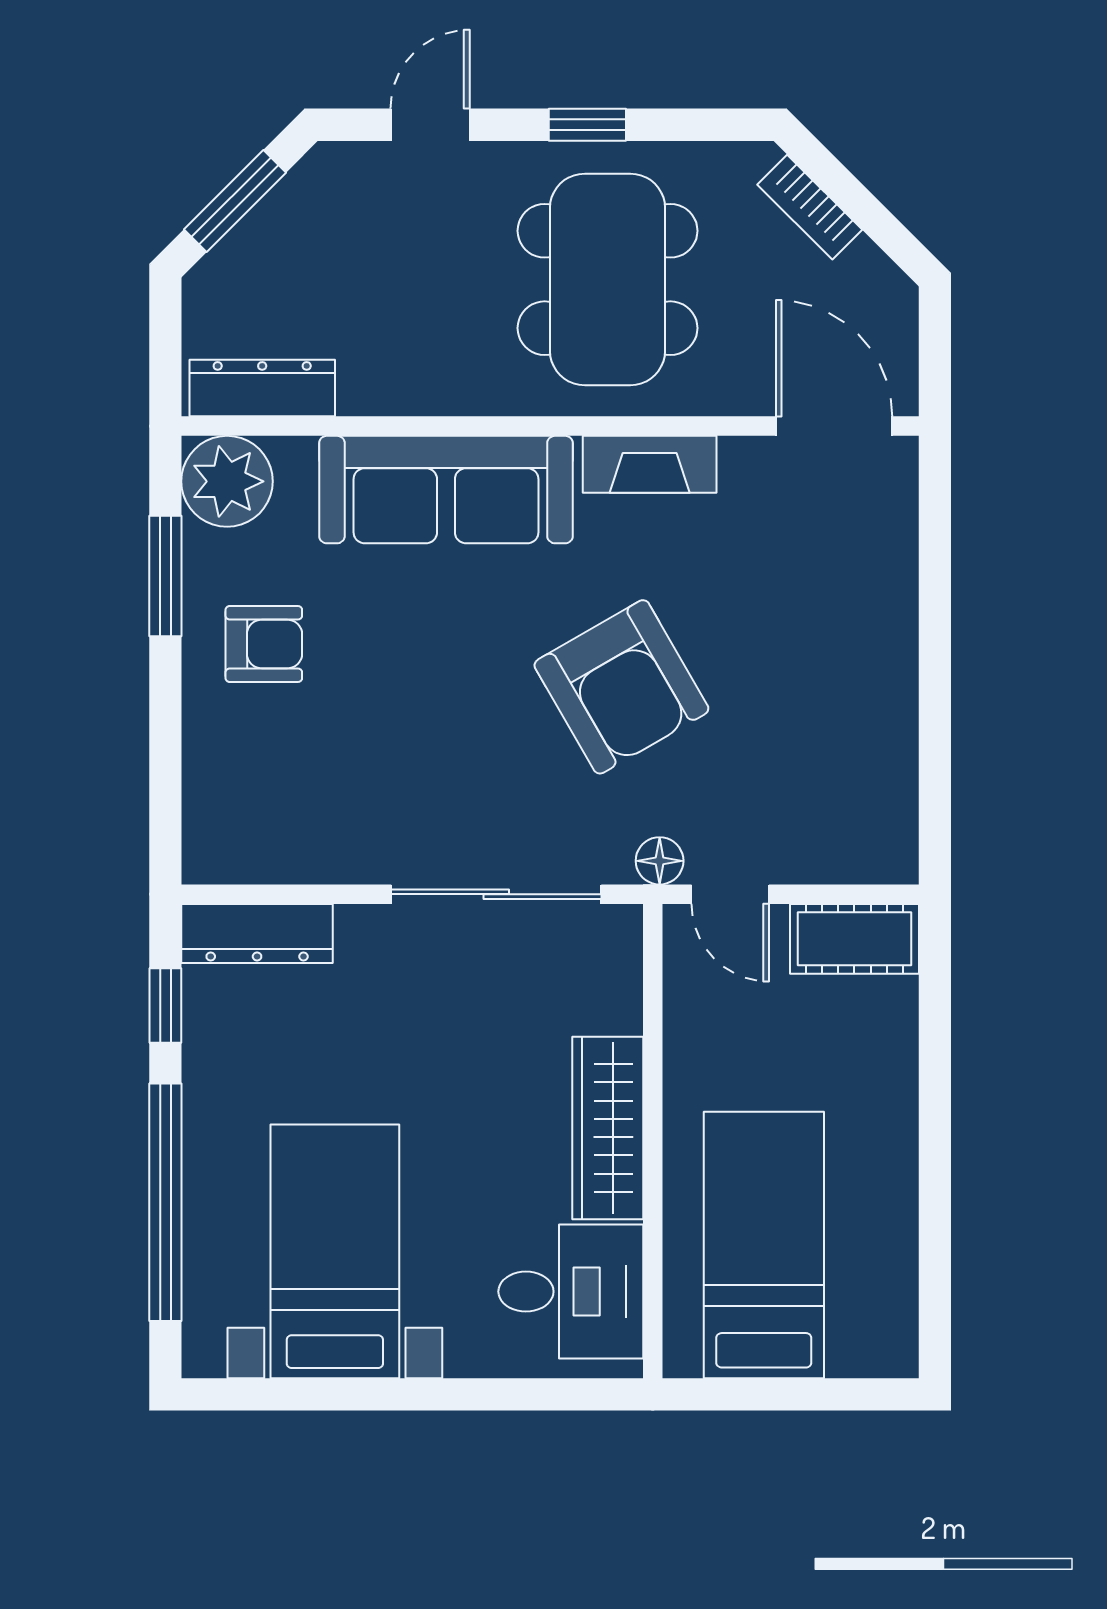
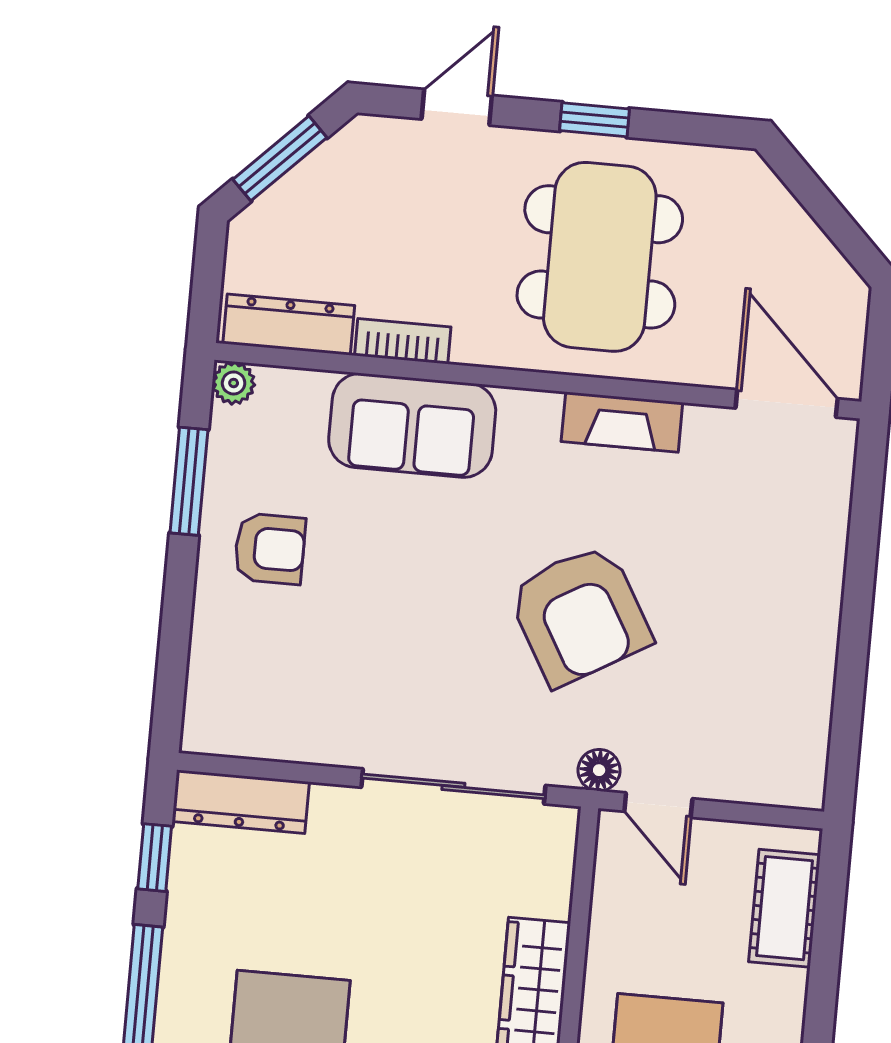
bookcase: (810, 207) -> (403, 341), moved, turned 135
plant: (227, 481) -> (234, 383), width x0.53, depth x0.53
sofa: (446, 490) -> (412, 425), width x0.73
cot: (854, 939) -> (785, 908), moved, turned 90

